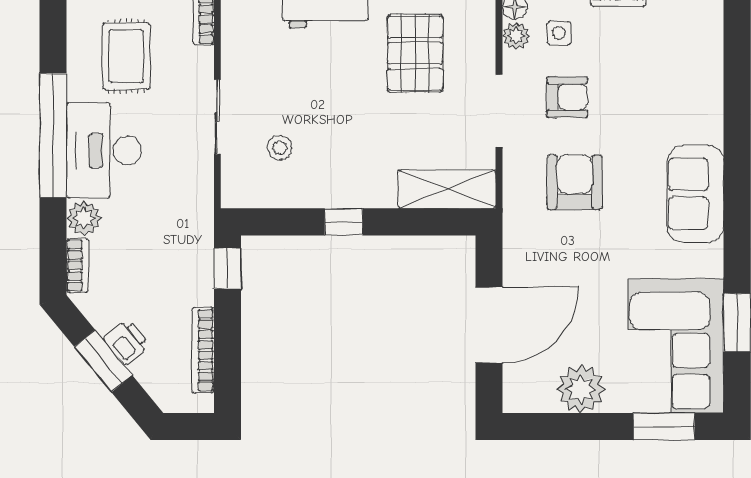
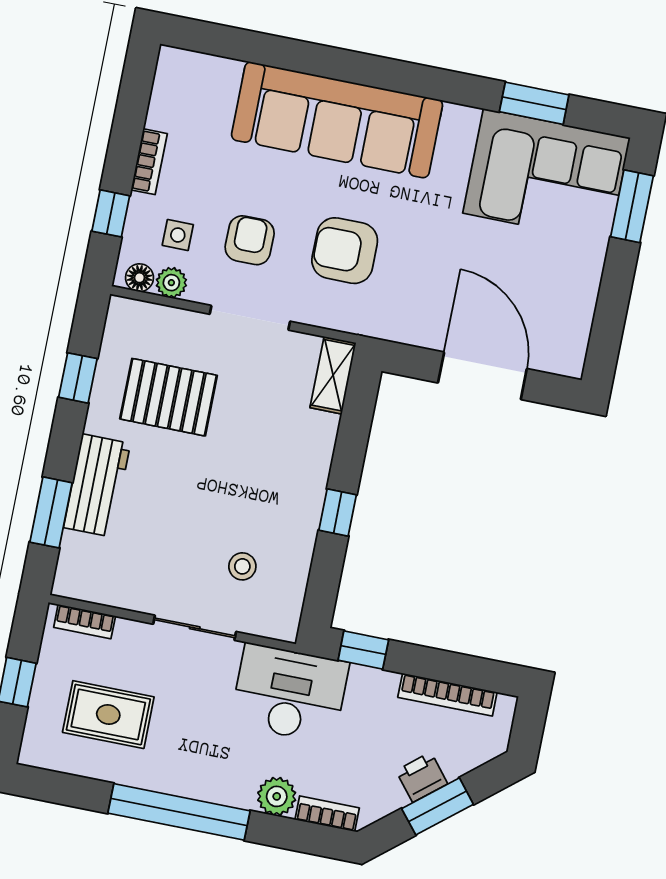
desk: (104, 150) -> (290, 693), moved, turned 180
shelving: (447, 189) -> (333, 375), width x0.67, depth x0.75
sofa: (696, 194) -> (337, 120), width x1.85, depth x1.27
plant: (581, 389) -> (573, 289), removed

